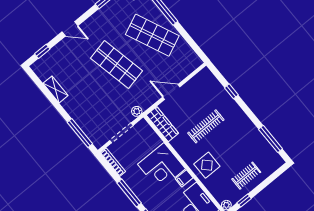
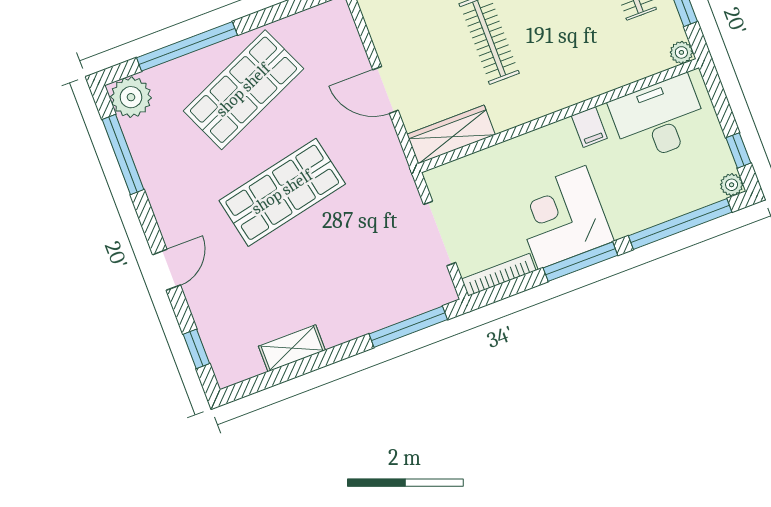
door: (171, 92) -> (385, 90), hinge flipped
plant: (137, 111) -> (403, 182), removed
display table: (207, 165) -> (577, 66), removed
corner desk: (162, 166) -> (562, 217), moved, turned 180

